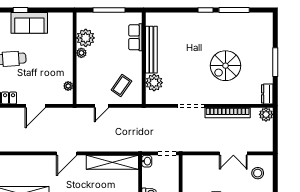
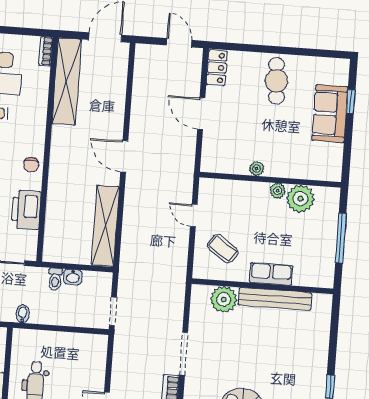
row of seats: (135, 37) -> (271, 274), moved
plant: (68, 86) -> (257, 169), moved
washbasin: (147, 161) -> (73, 277), moved

